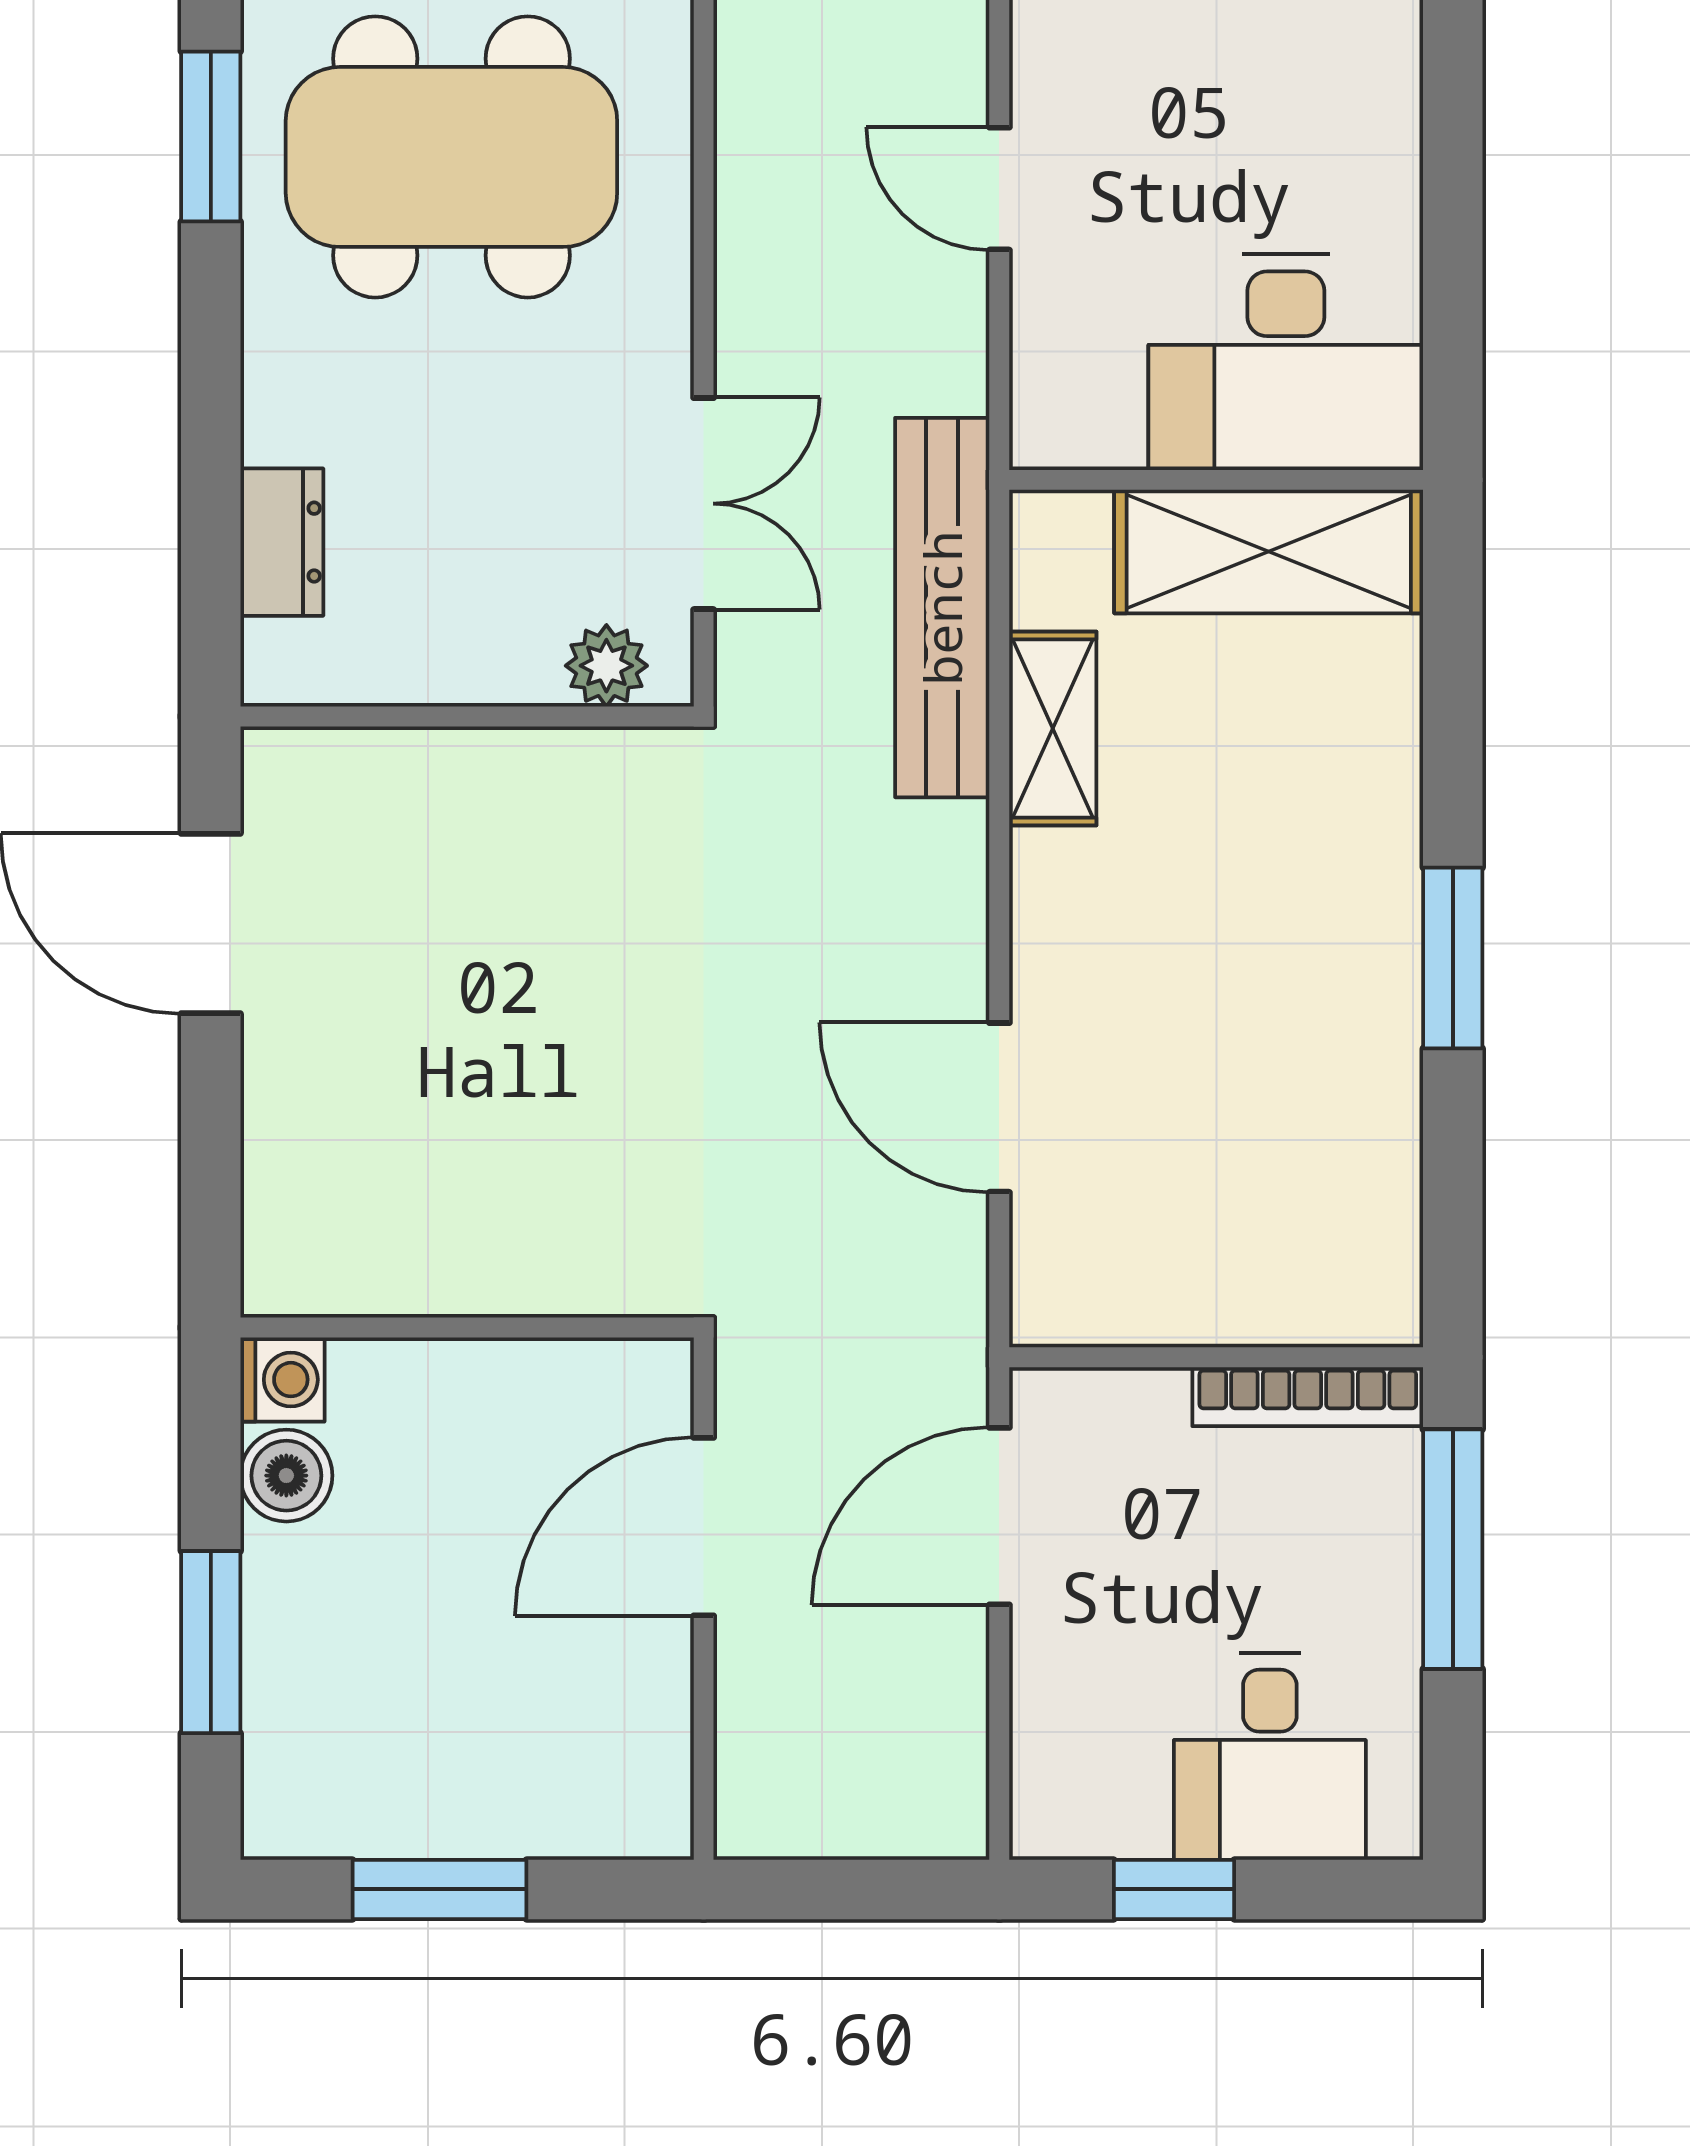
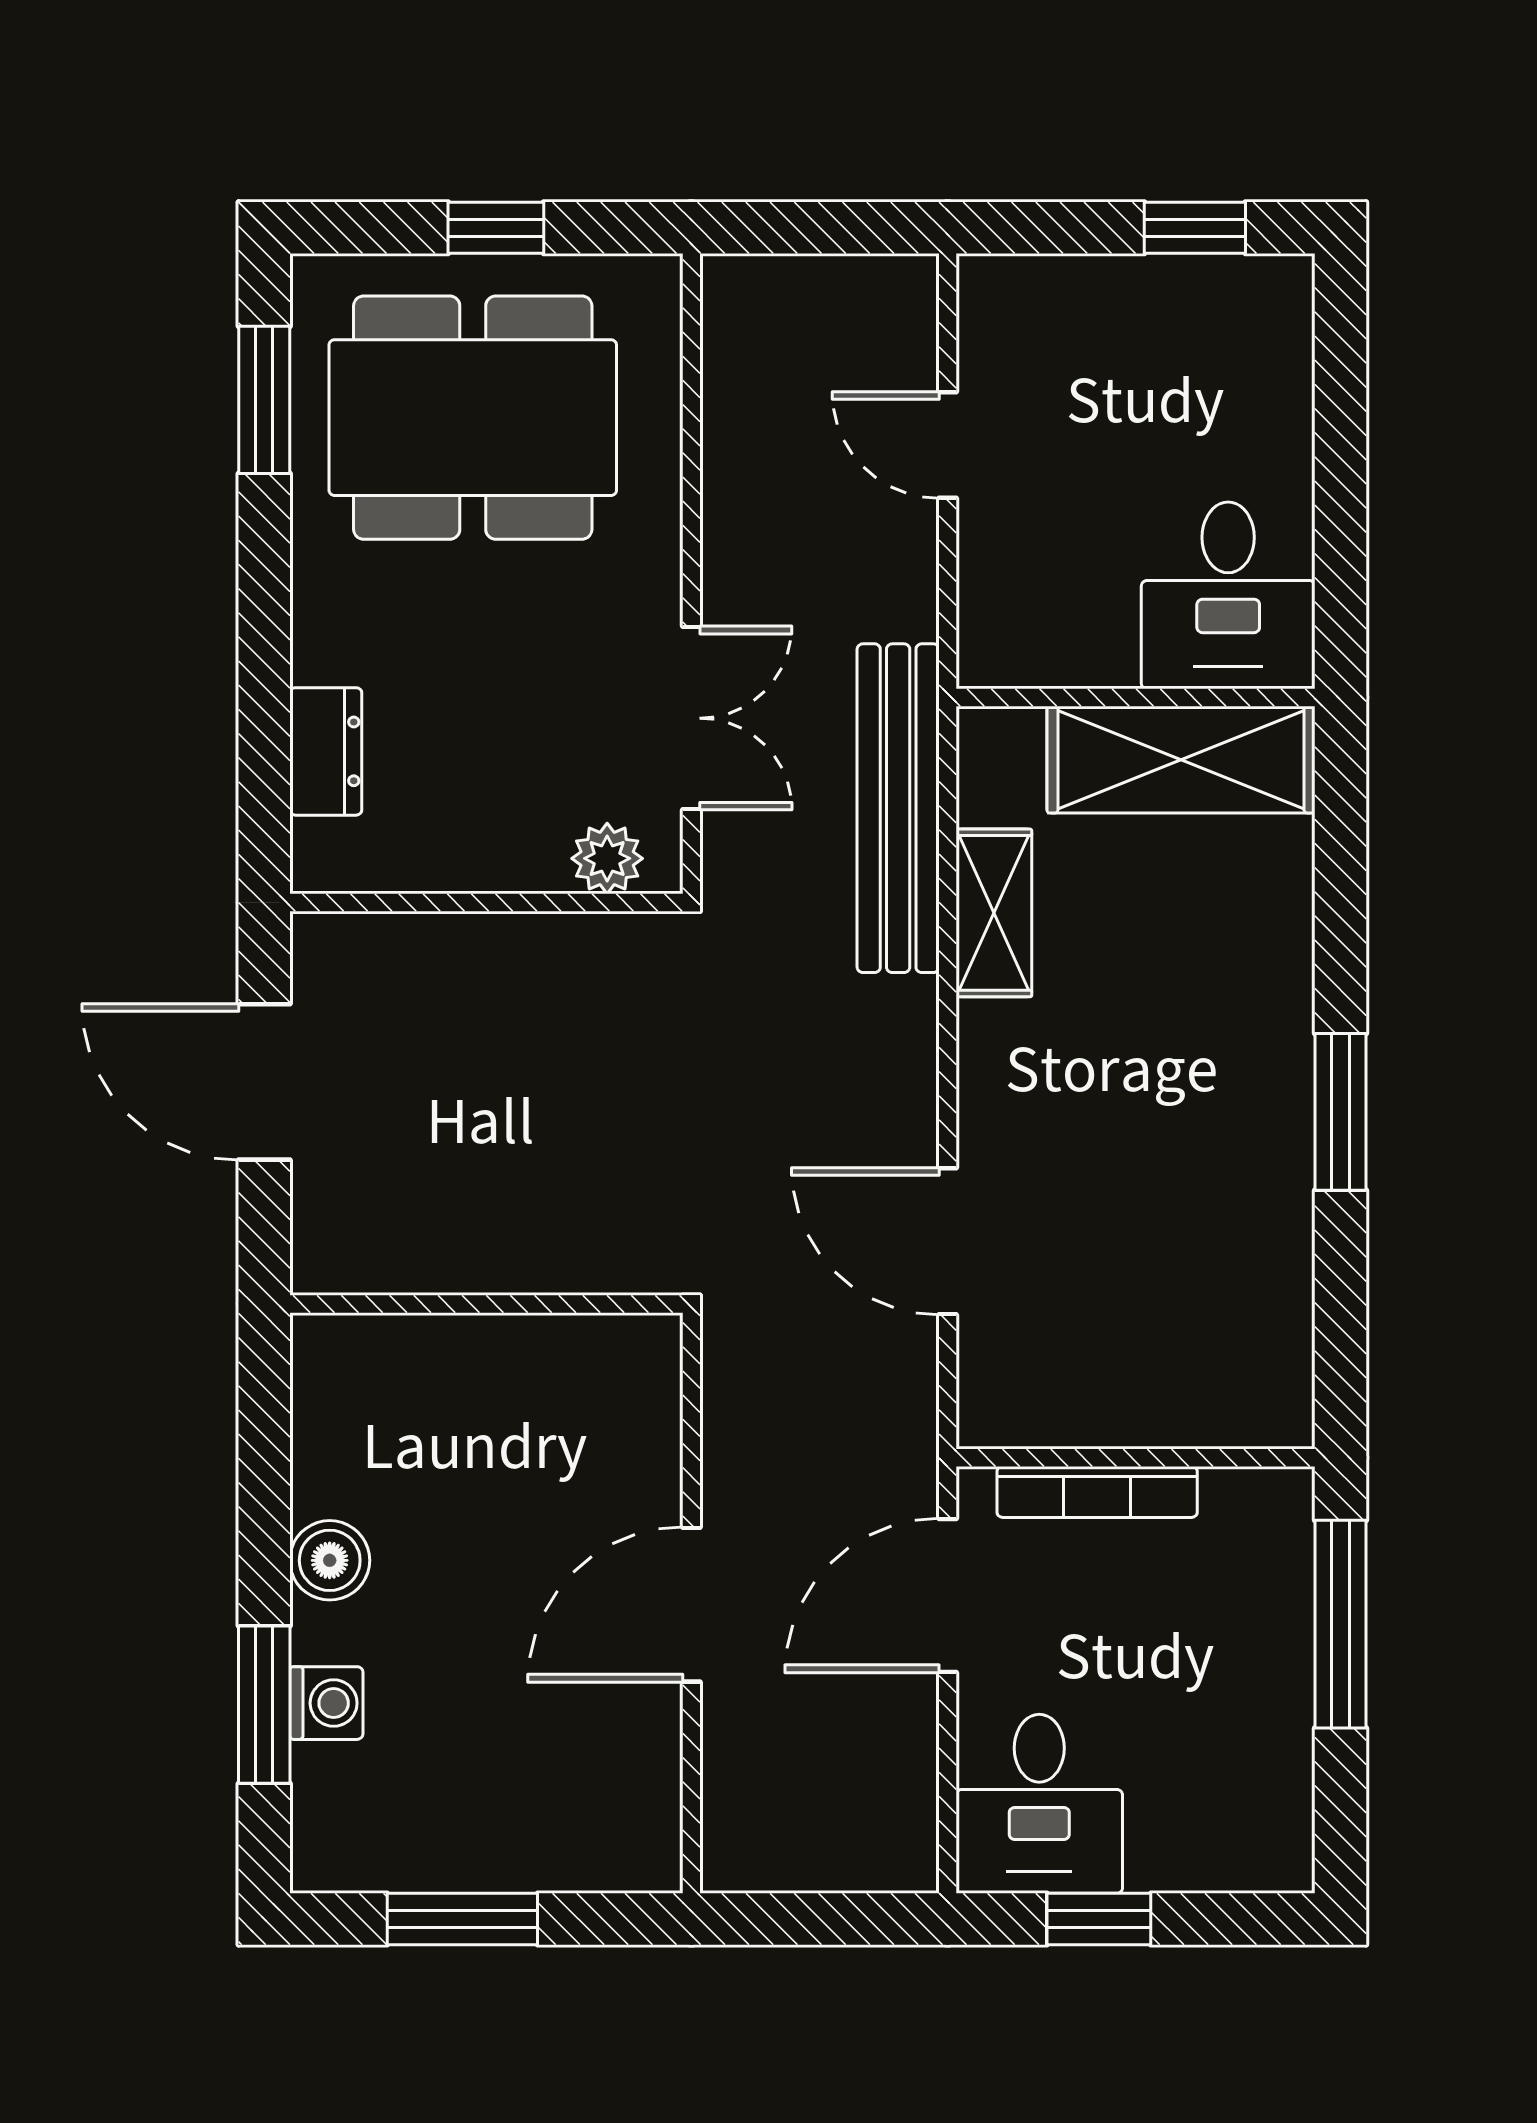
desk: (1286, 362) -> (1228, 595), width x0.73
wall: (467, 1328) -> (486, 1304), moved
washing machine: (282, 1380) -> (326, 1703), moved
bookcase: (1308, 1397) -> (1097, 1492), moved
desk: (1270, 1756) -> (1039, 1804), moved

